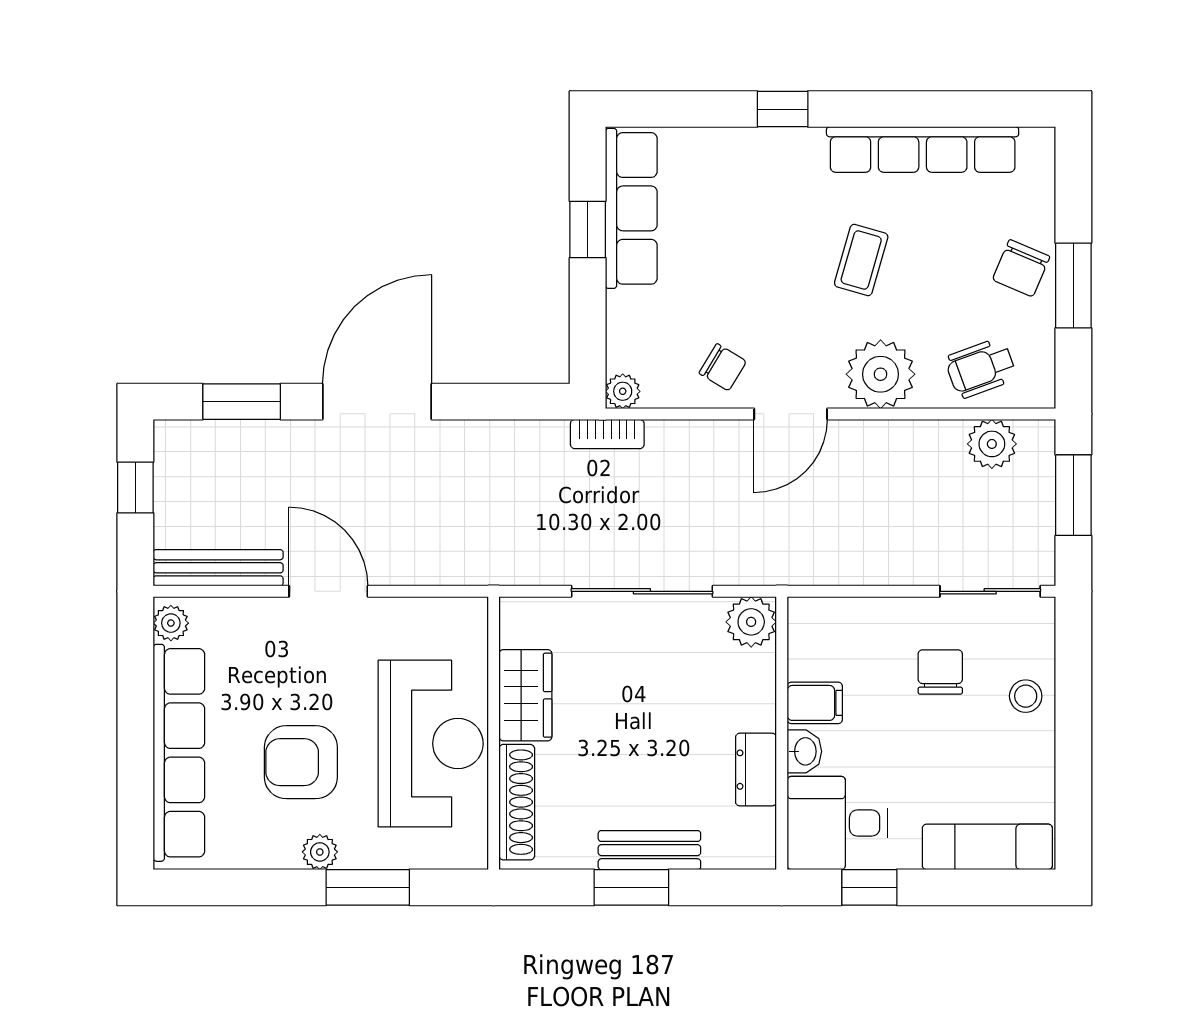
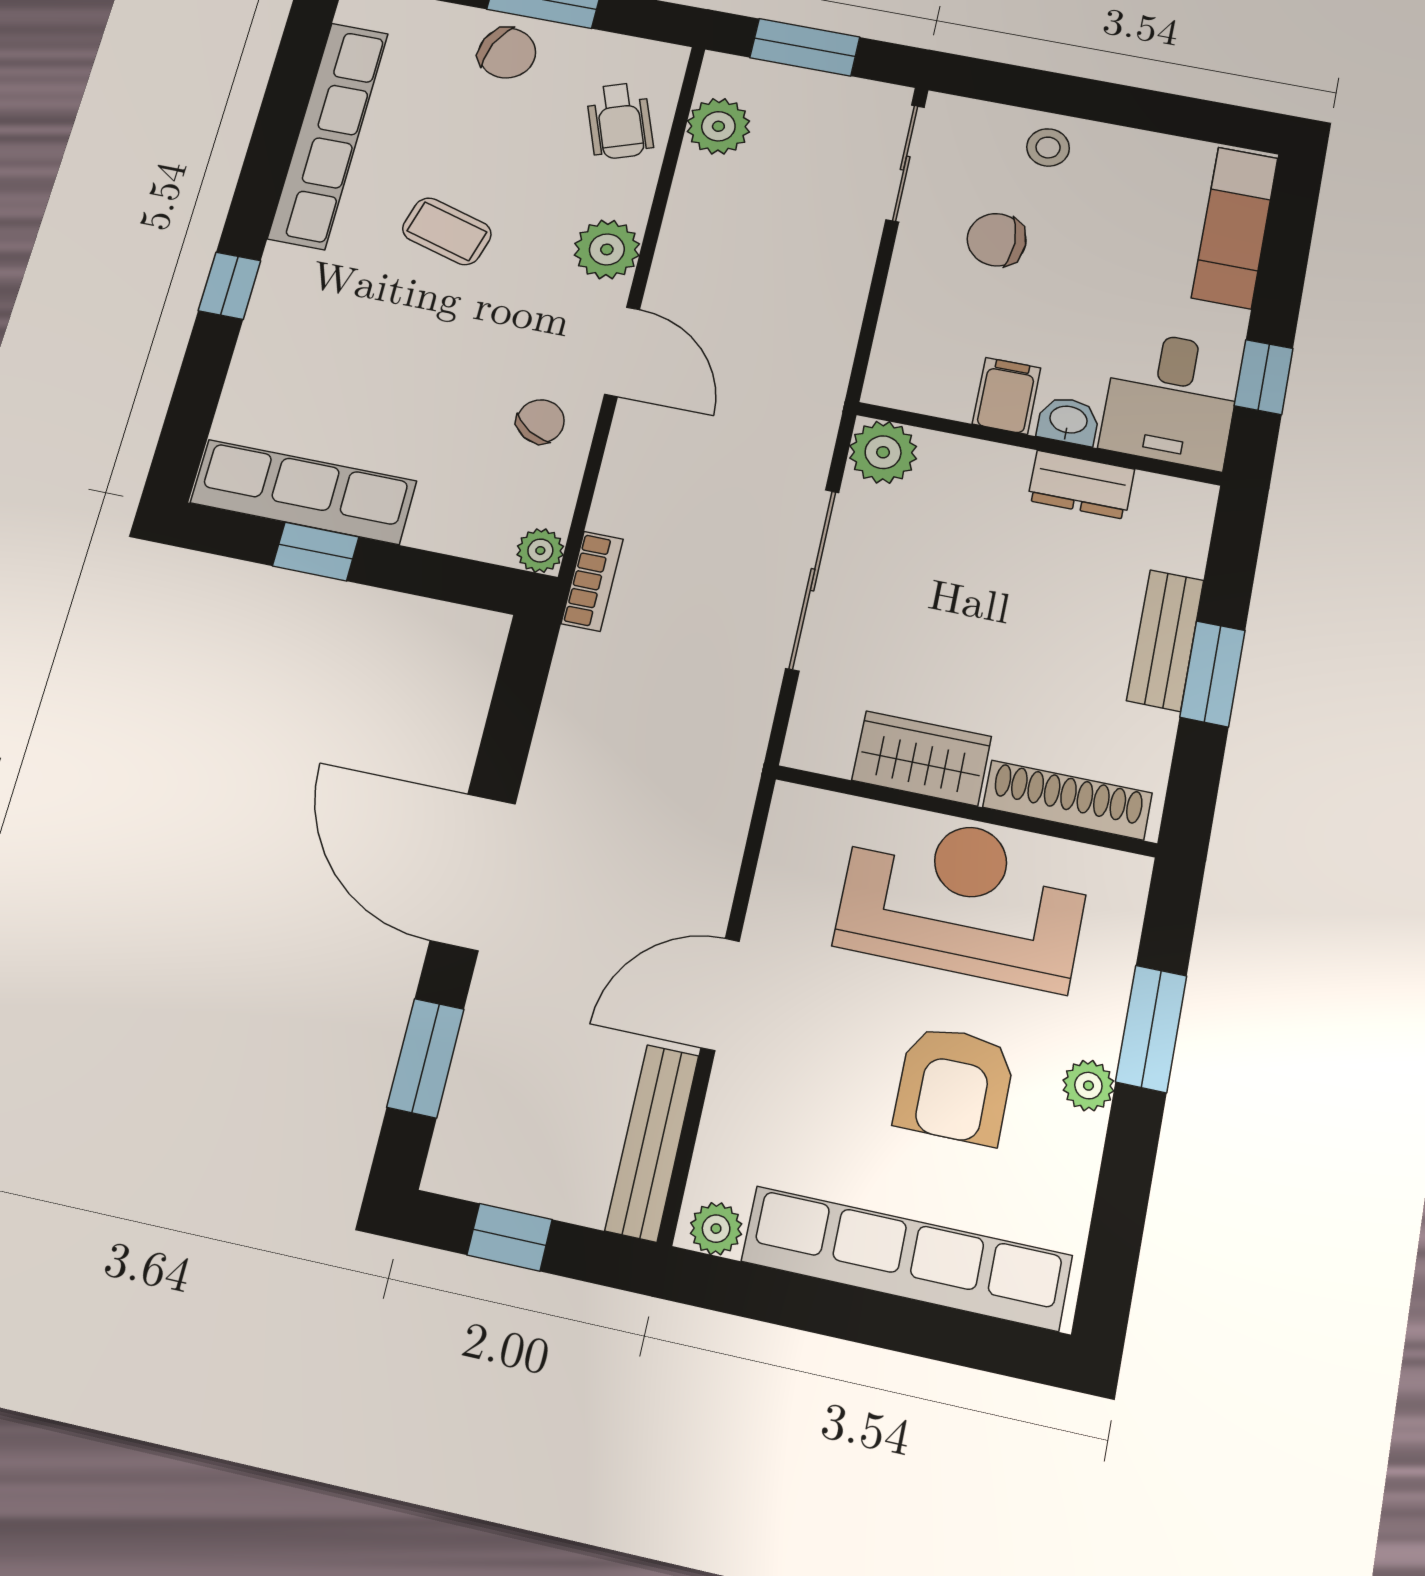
plant: (881, 374) -> (607, 249), width x0.73, depth x0.73

